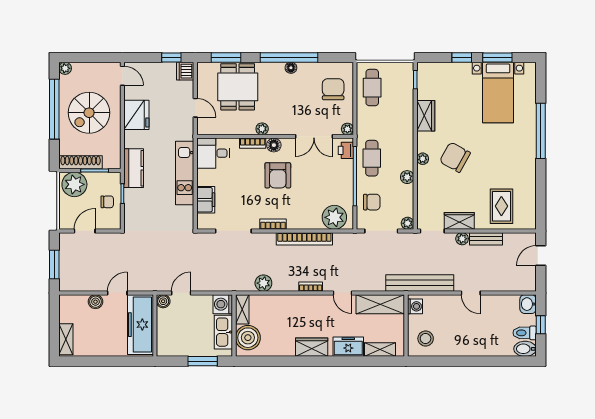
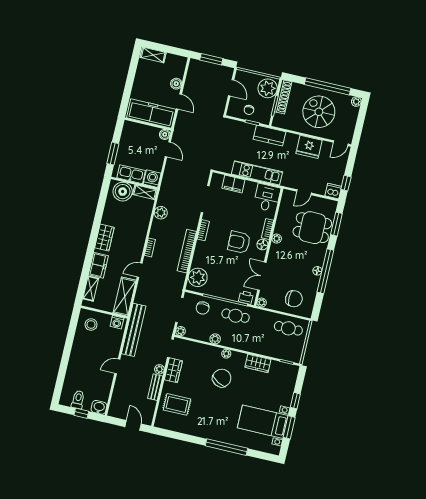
bidet: (525, 349) -> (66, 397), removed

